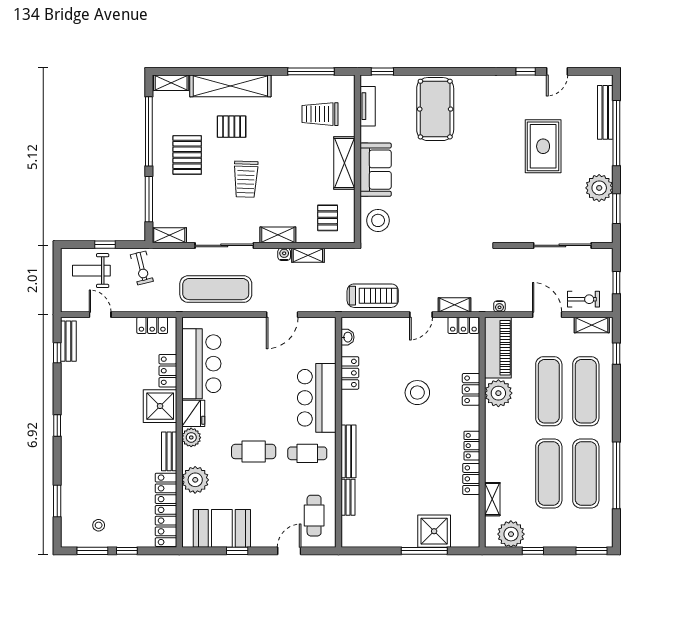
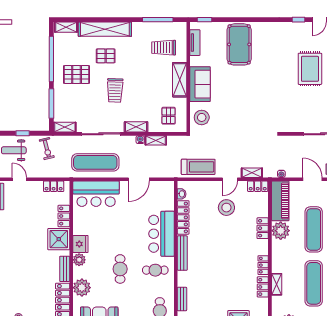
pallet: (187, 155) -> (77, 74), turned 90
bar counter: (201, 364) -> (96, 194), moved, turned 90
locker: (350, 373) -> (183, 217), width x1.53
stool: (417, 393) -> (226, 208), moved
bench: (348, 451) -> (182, 253), moved
cafe table: (254, 452) -> (120, 269), turned 90
shelving: (492, 499) -> (277, 284), moved

